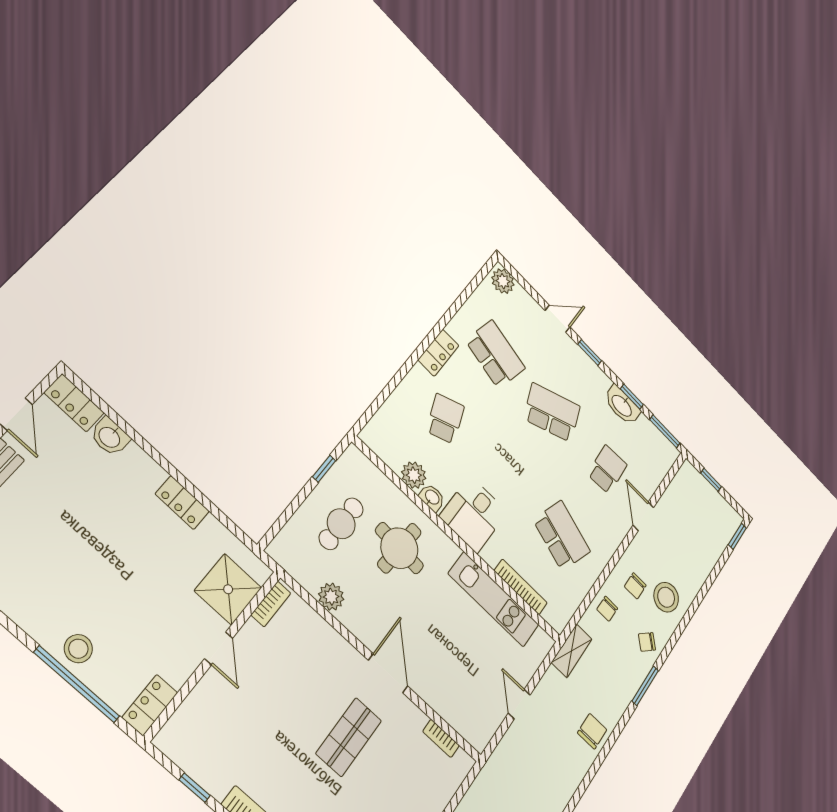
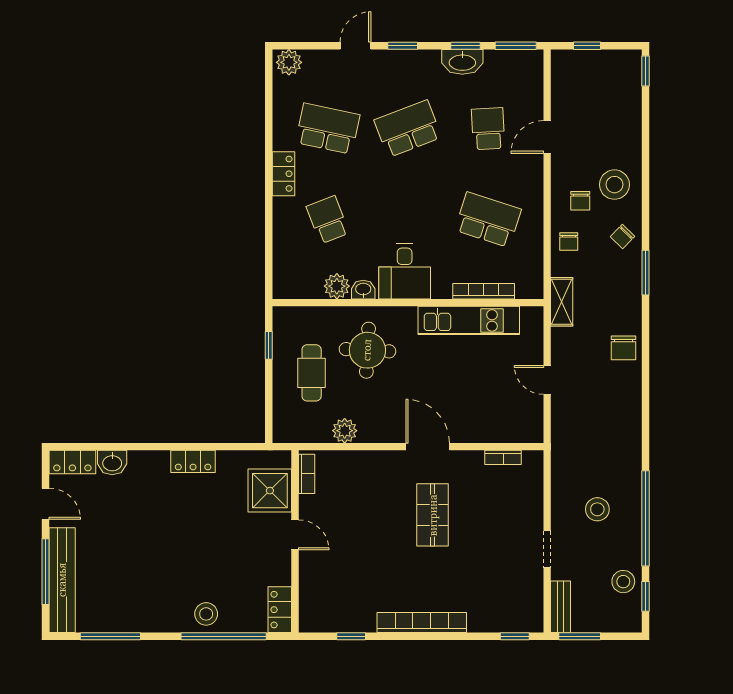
door: (643, 516) -> (547, 137), hinge flipped
chair: (592, 731) -> (623, 348), turned 180

